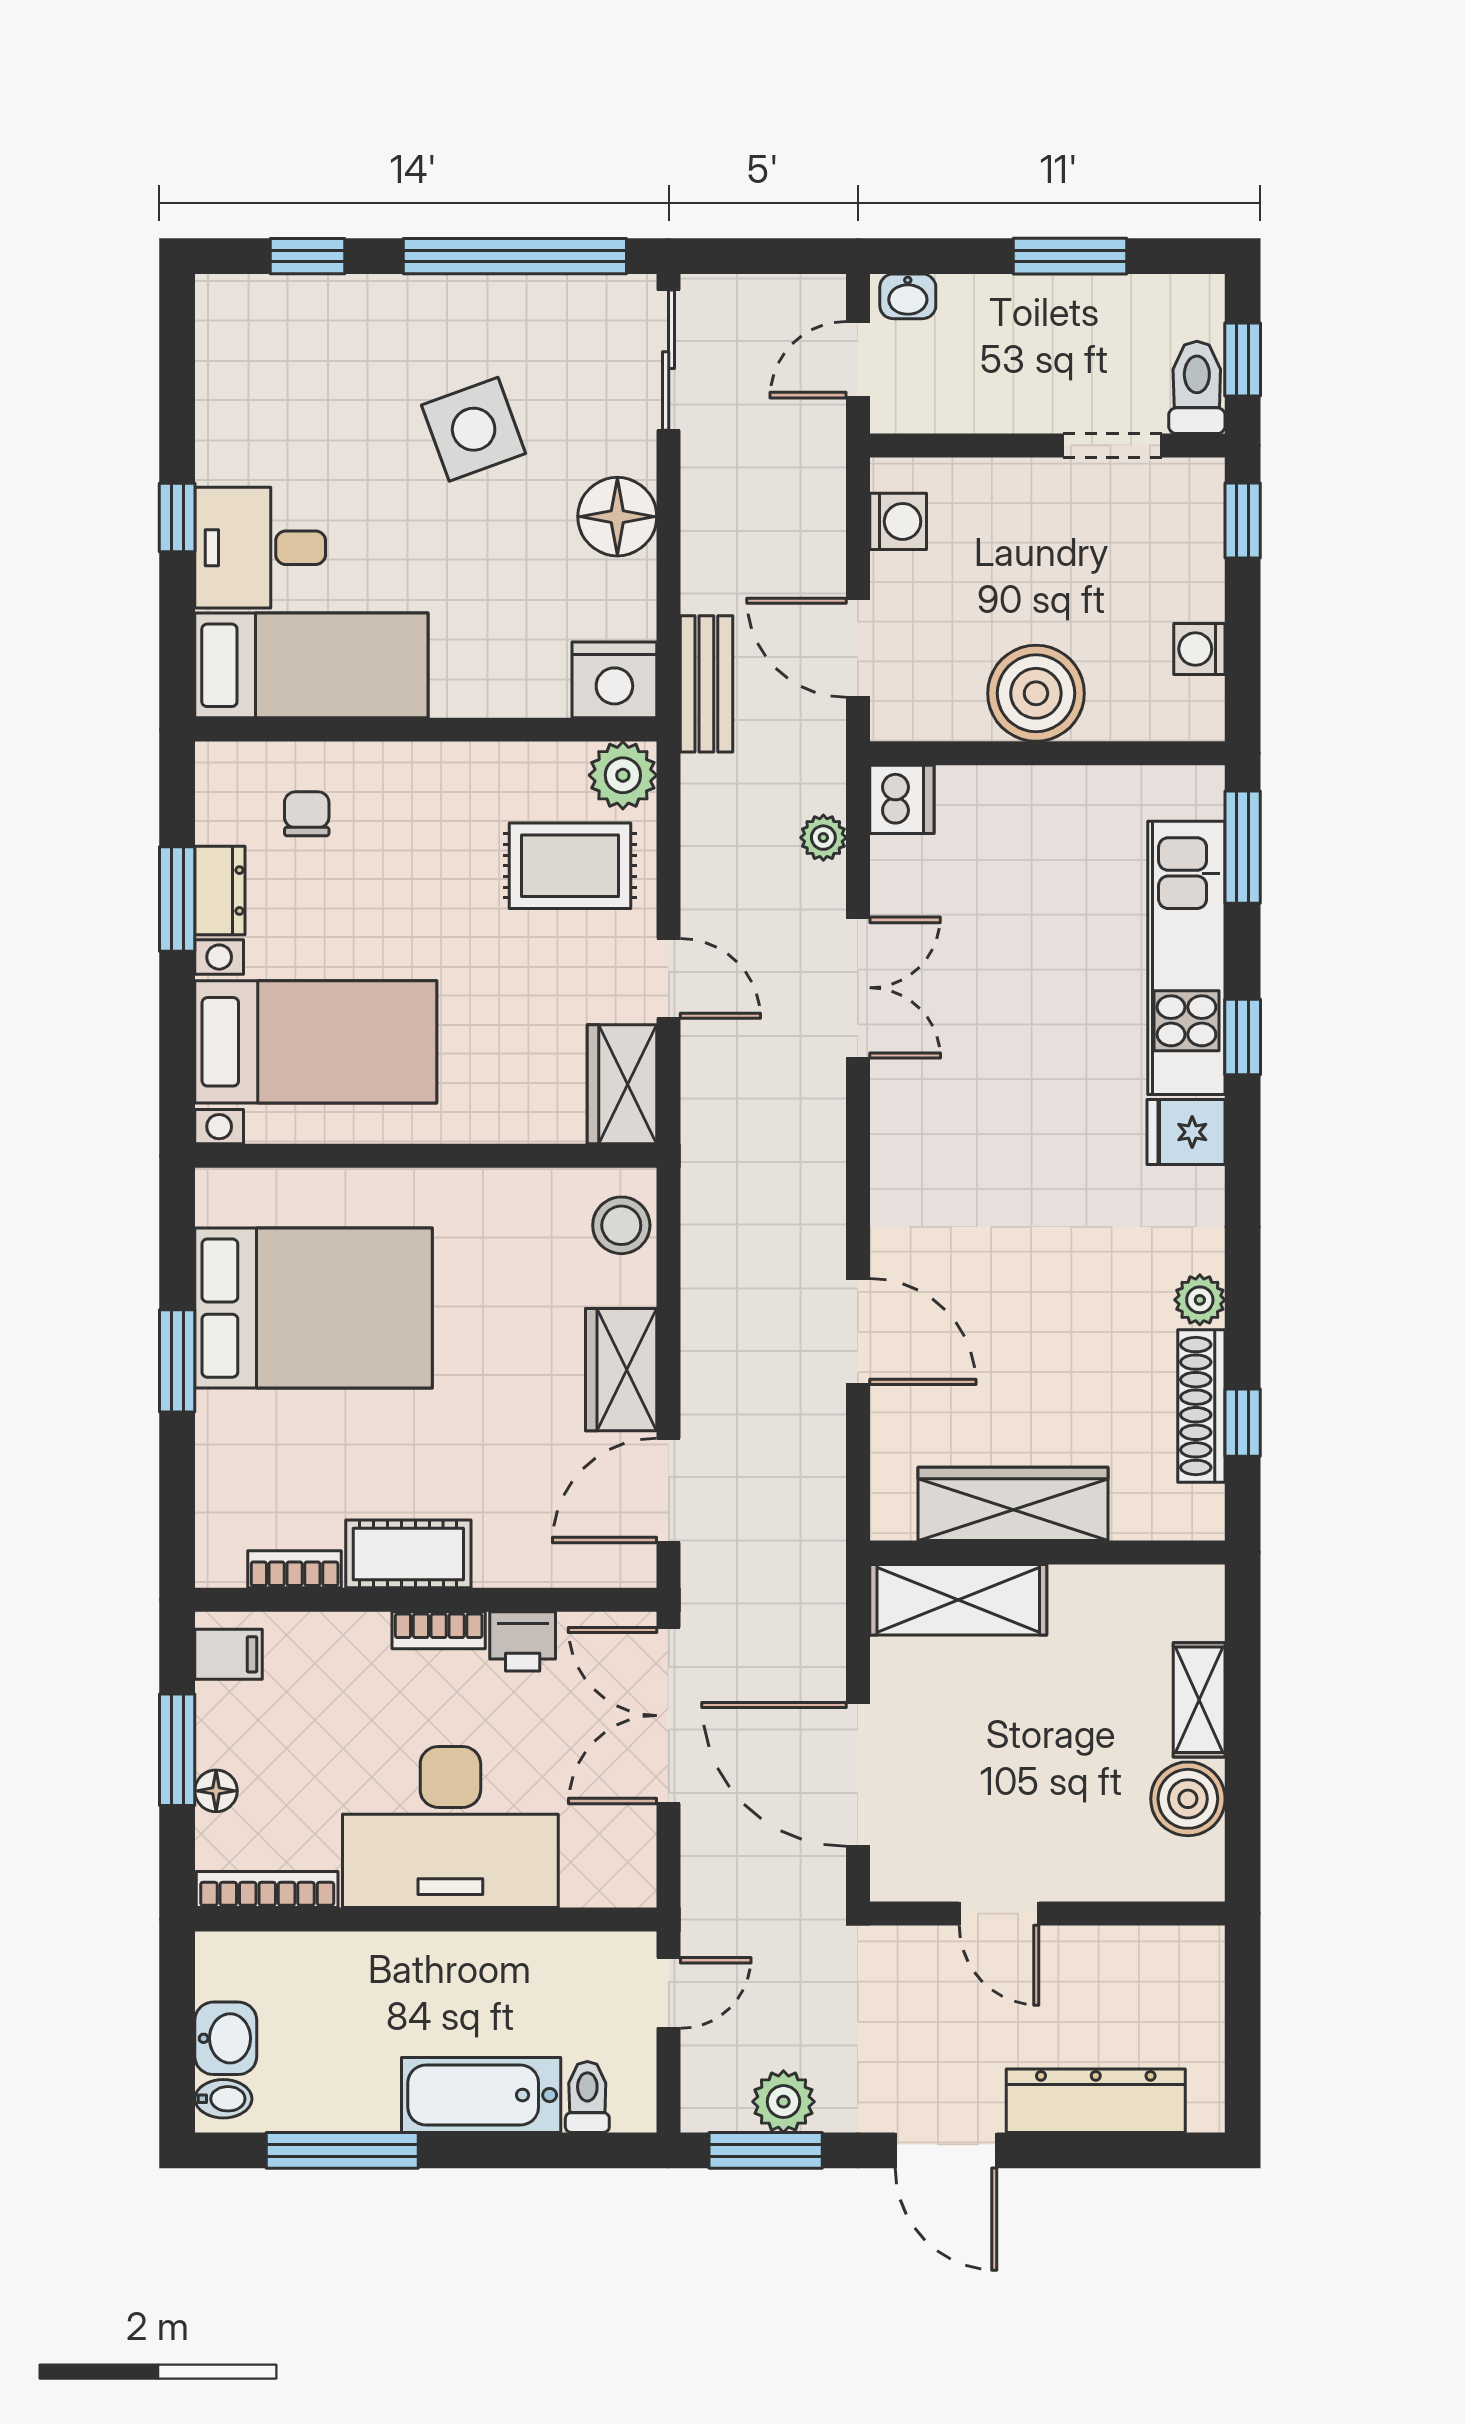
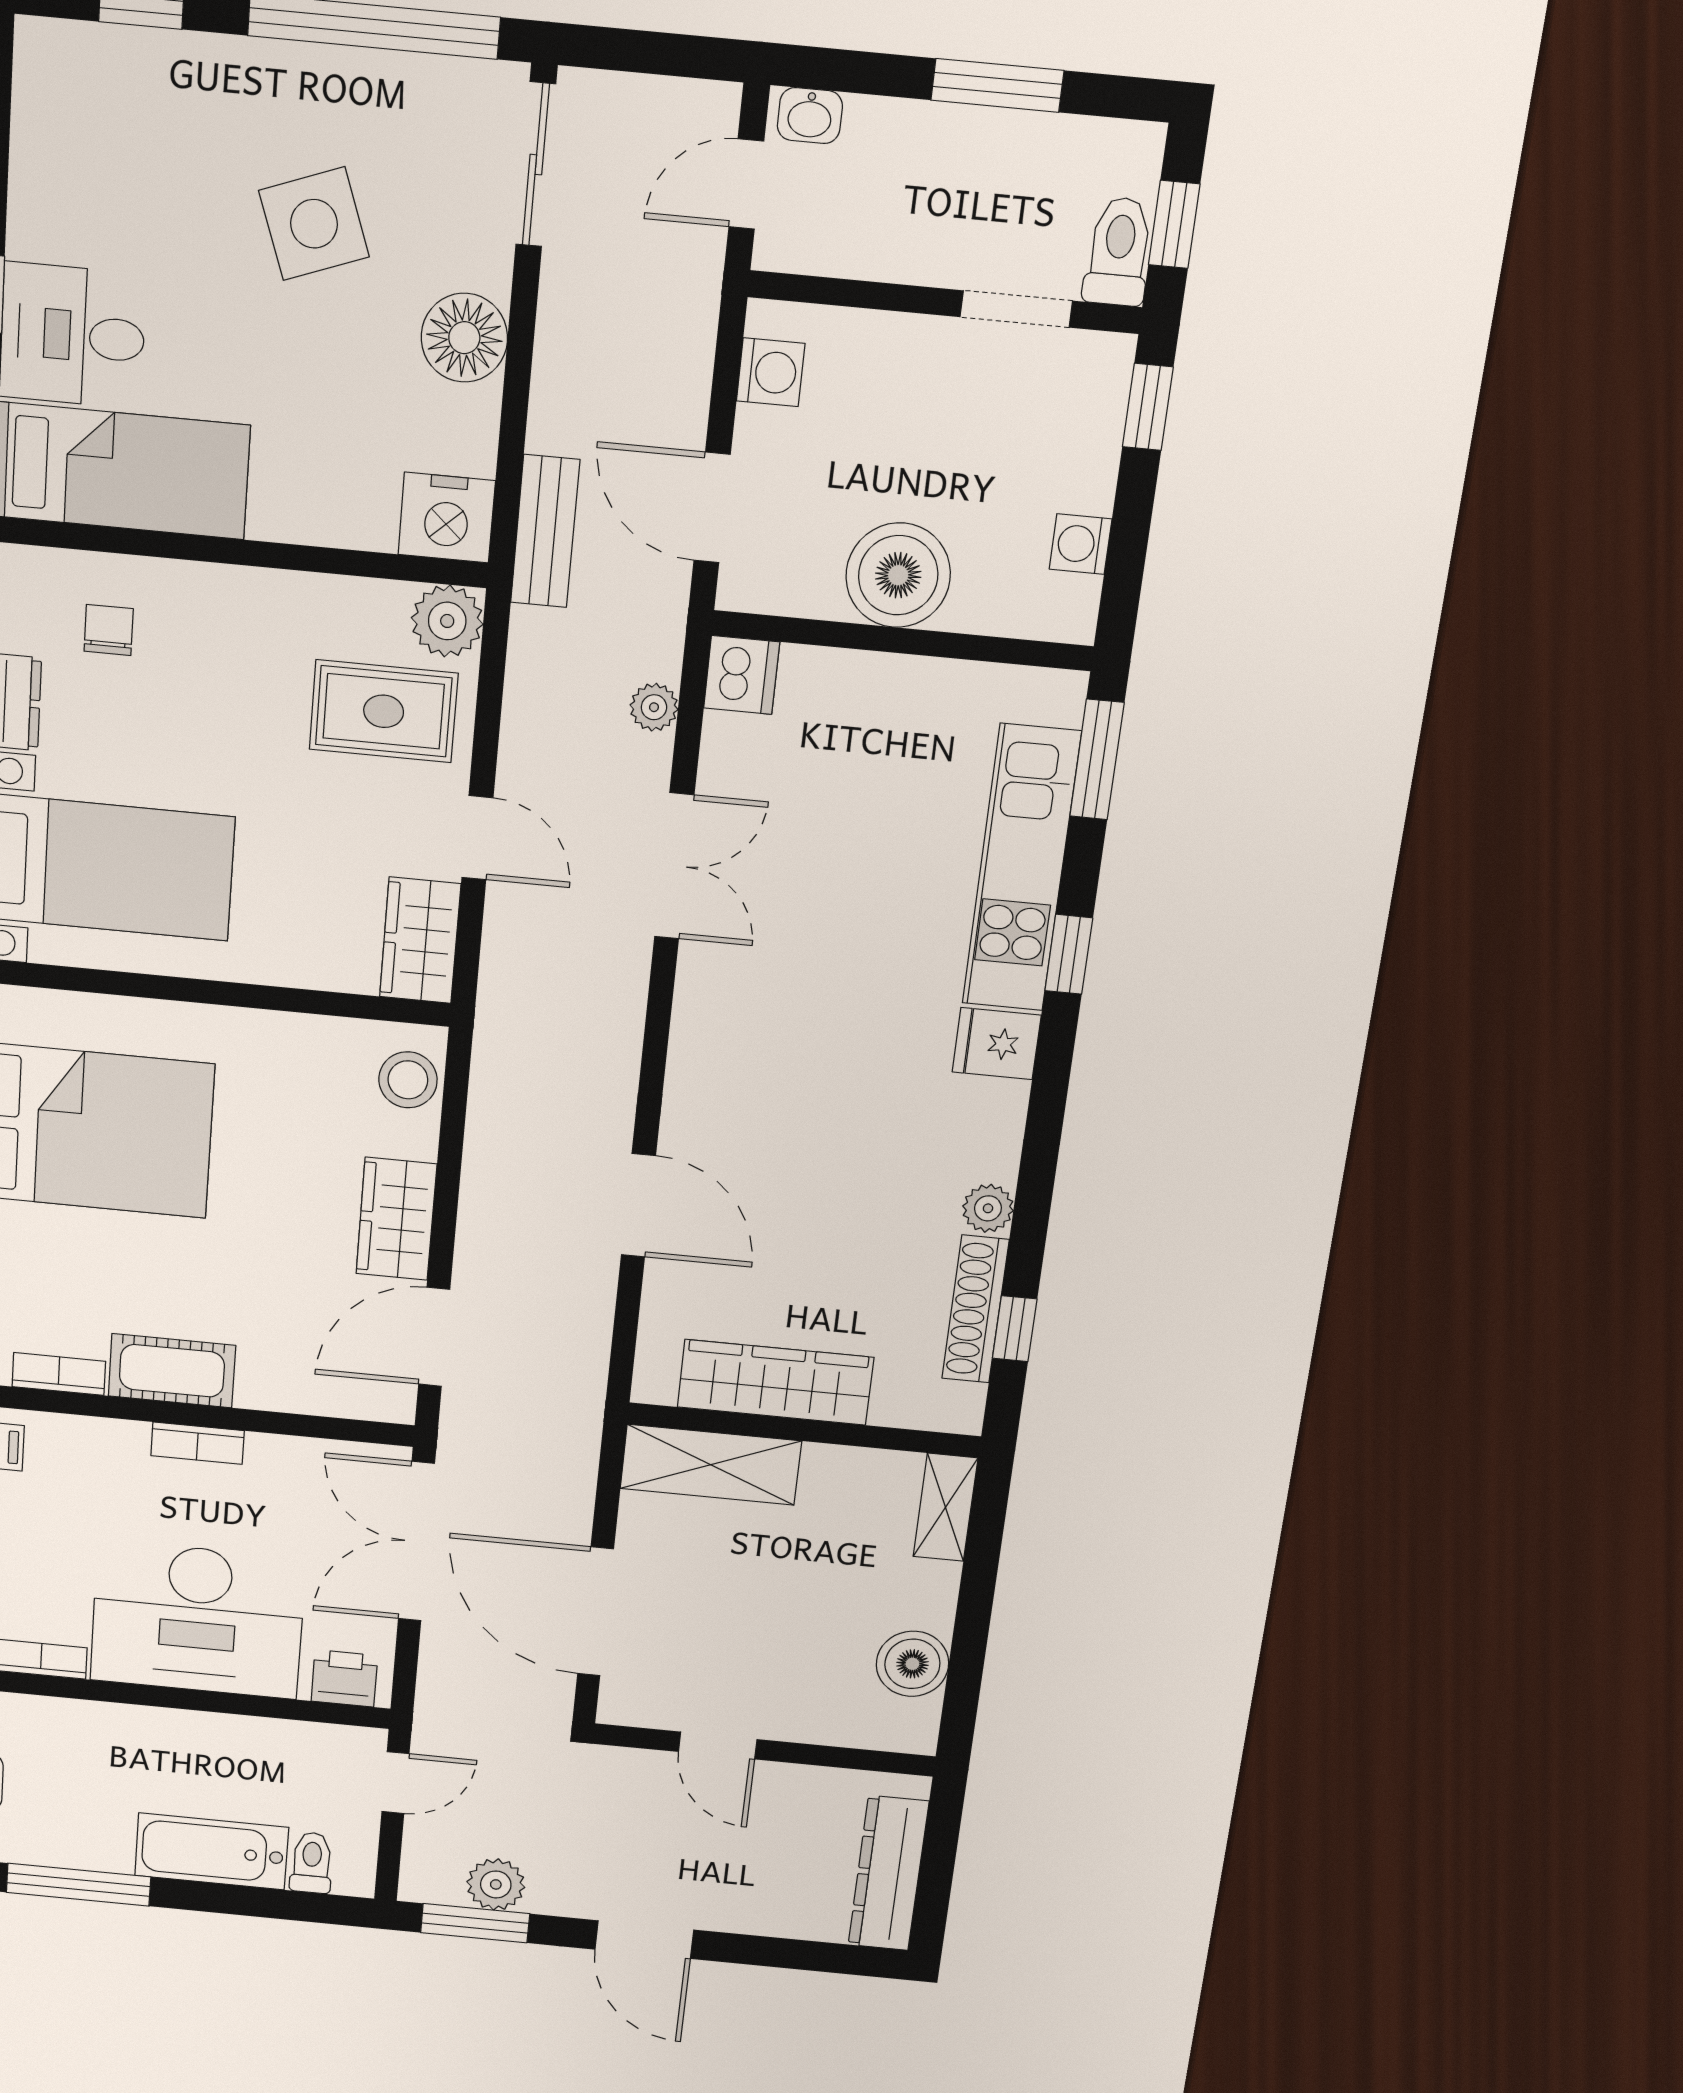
printer: (523, 1641) -> (344, 1678), moved, turned 180
shelving: (1199, 1700) -> (945, 1507), moved
dresser: (1096, 2101) -> (888, 1873), moved, turned -90

